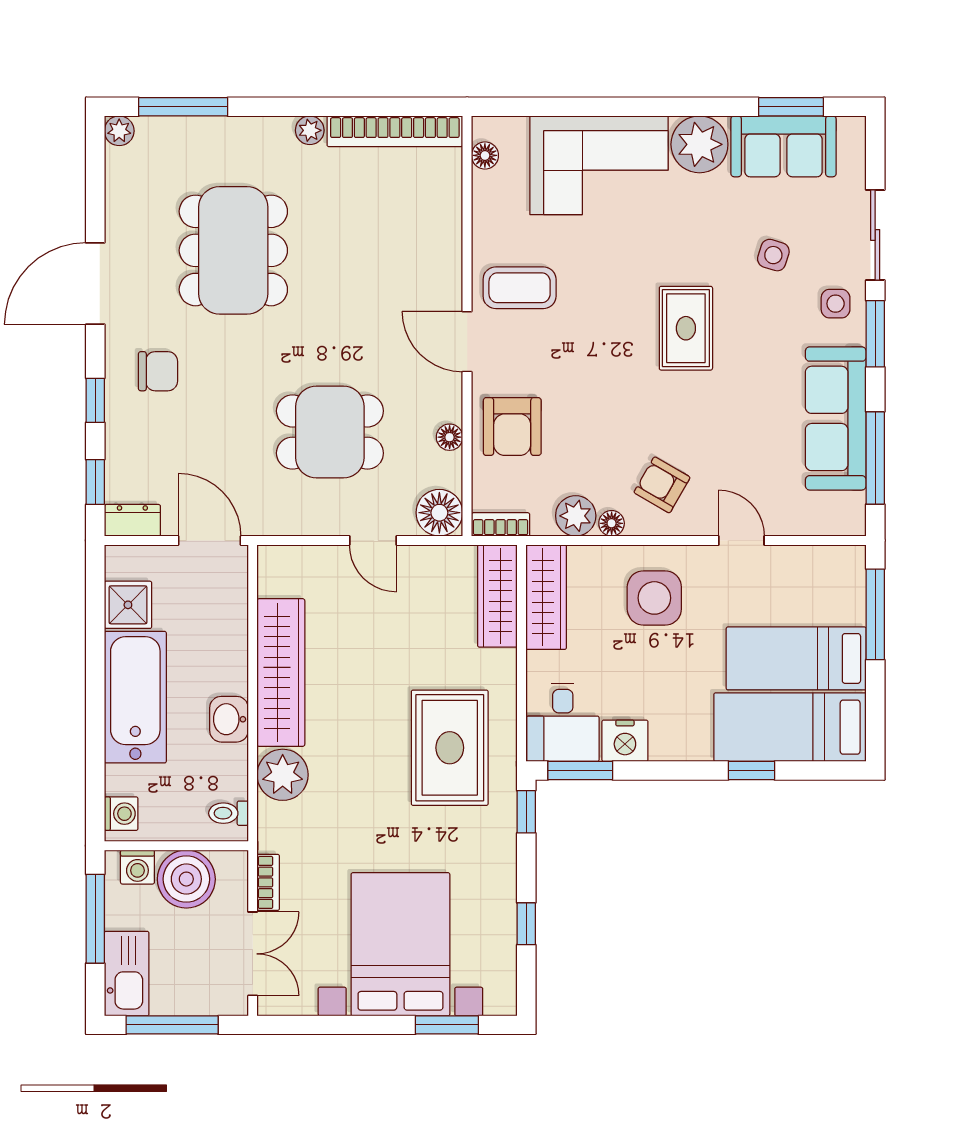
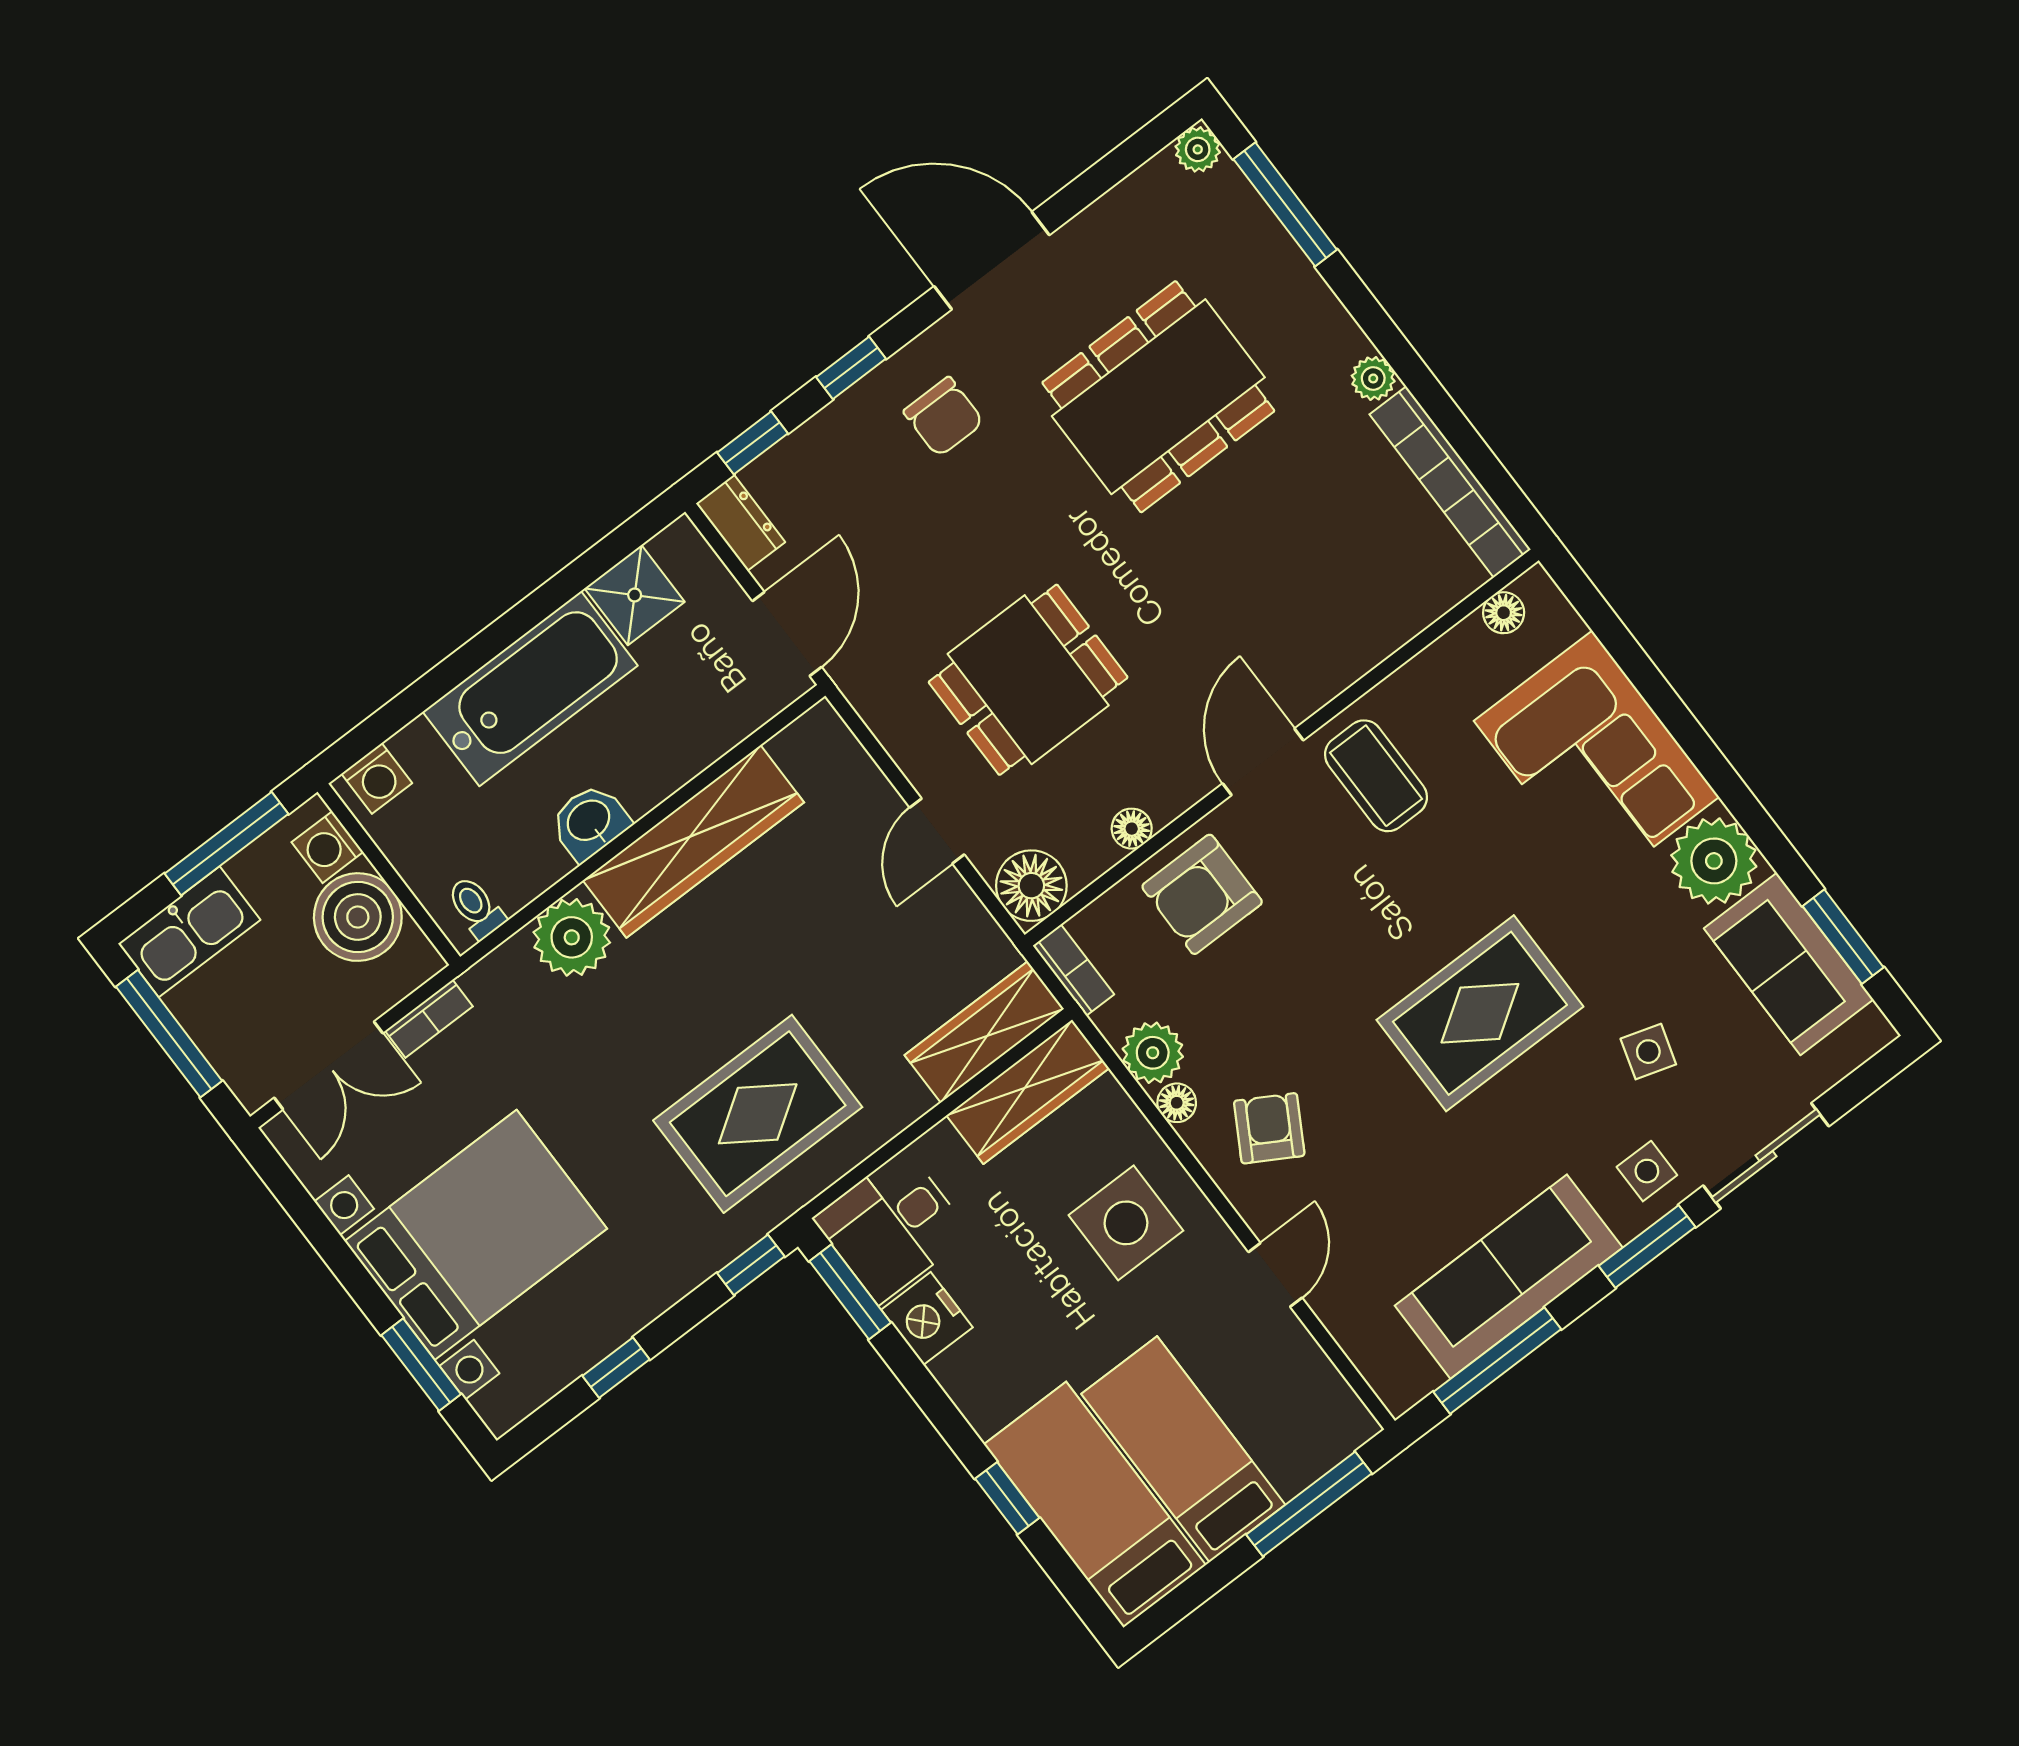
rug: (686, 328) -> (1480, 1013), width x1.36, depth x1.43
dining table: (330, 432) -> (1028, 680), turned 90

